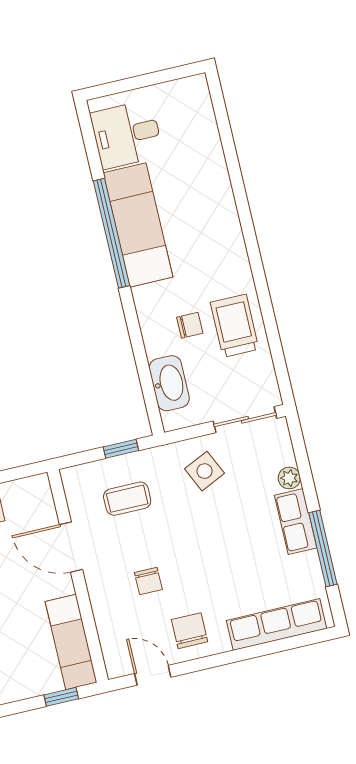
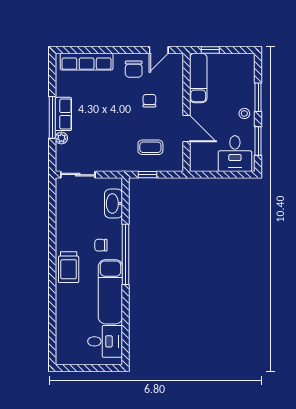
window: (111, 233) -> (126, 254), moved
chair: (190, 325) -> (101, 245), moved
trolley: (235, 326) -> (69, 267), moved
side table: (205, 471) -> (106, 152), removed
window: (323, 548) -> (52, 117), moved
door: (153, 675) -> (159, 50), hinge flipped

